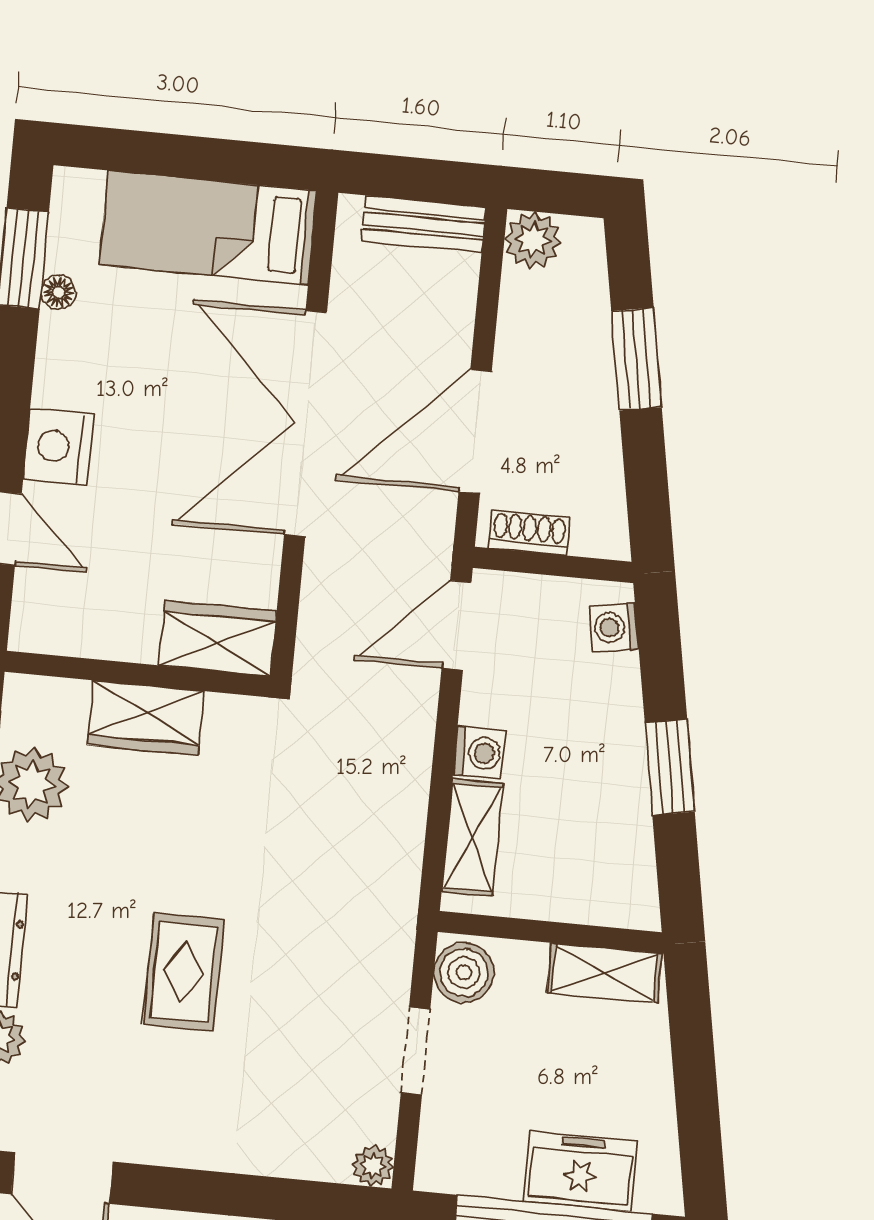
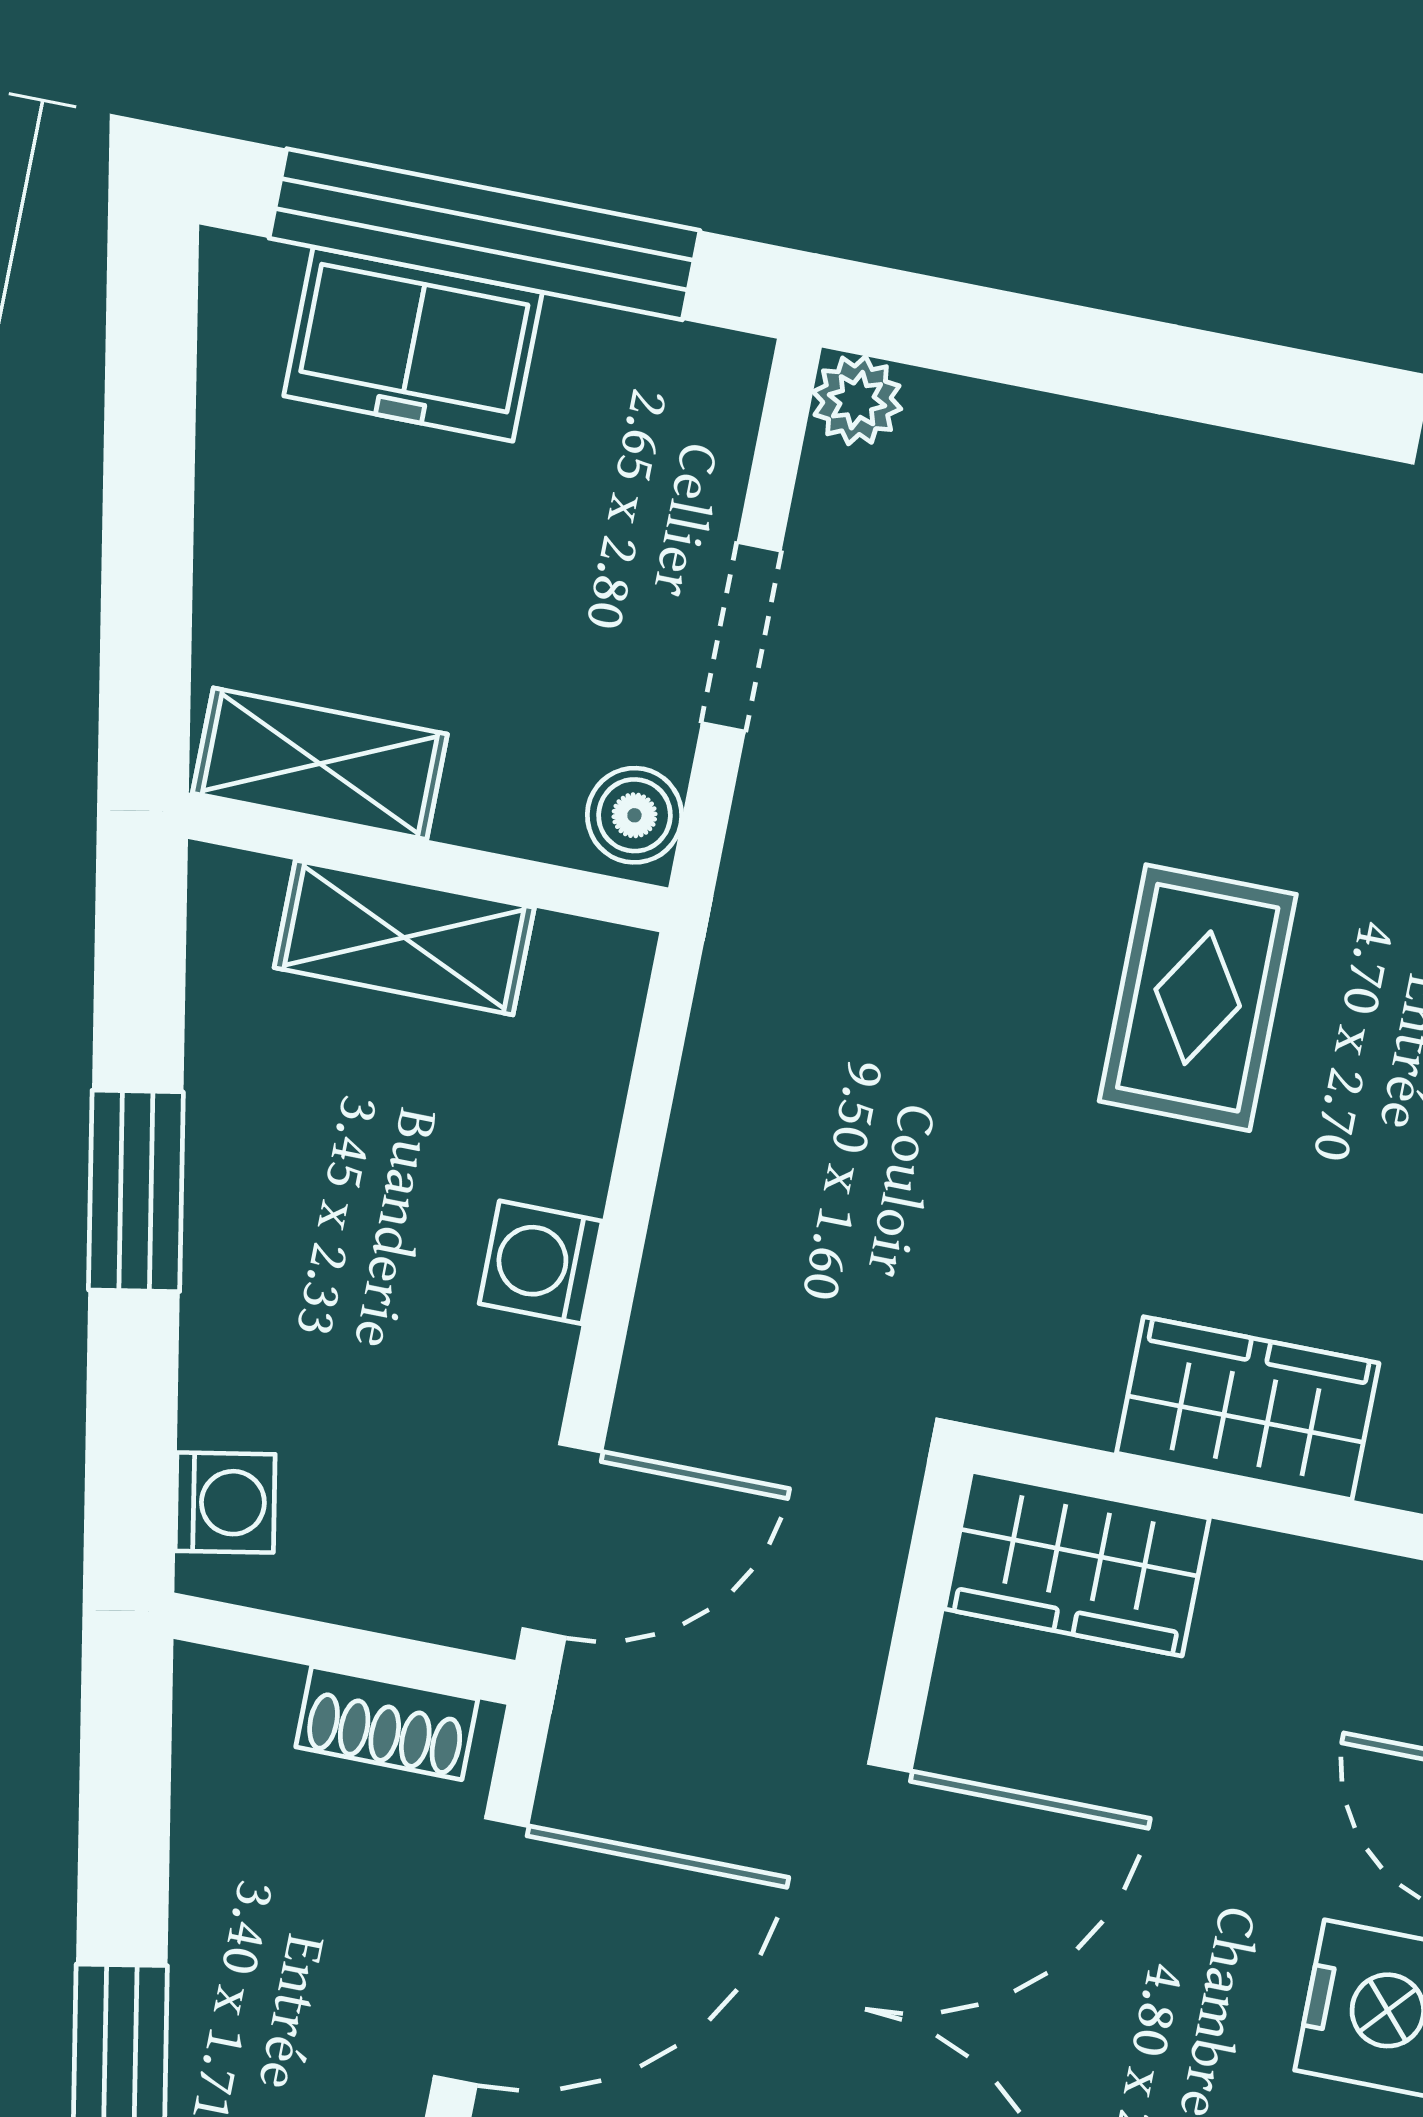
shelving: (472, 838) -> (404, 938), moved, turned 90
rug: (184, 972) -> (1198, 998), moved
boiler: (464, 972) -> (634, 815), width x0.73, depth x0.73

